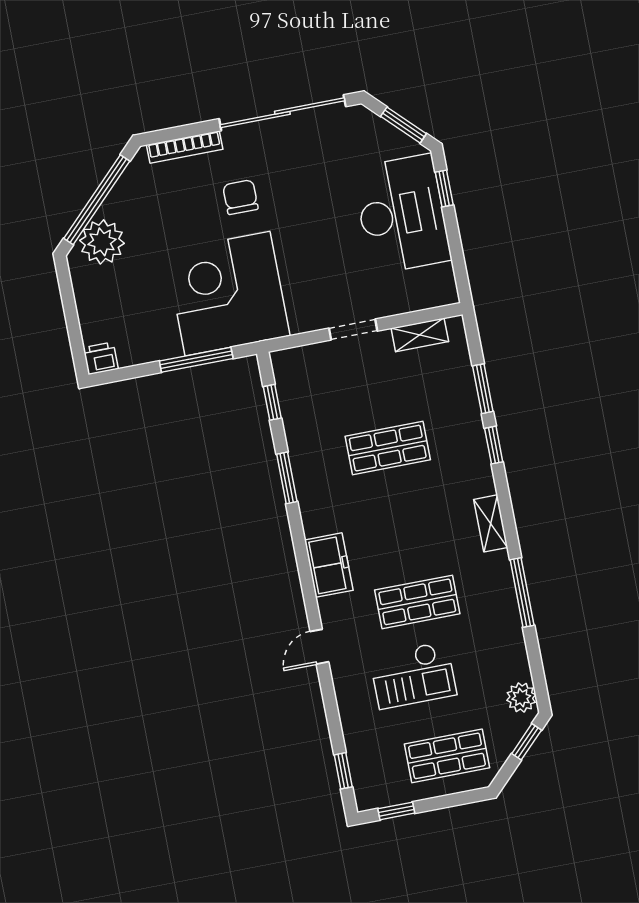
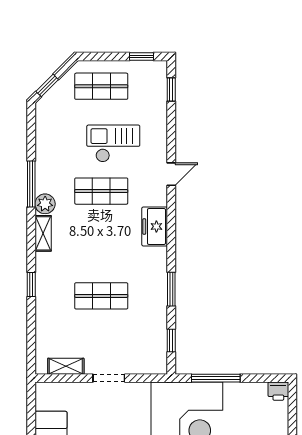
window: (483, 389) -> (31, 323), removed
plant: (521, 698) -> (45, 204), moved

